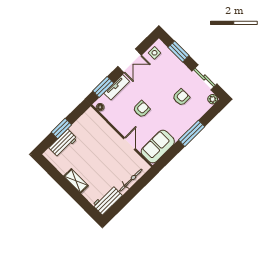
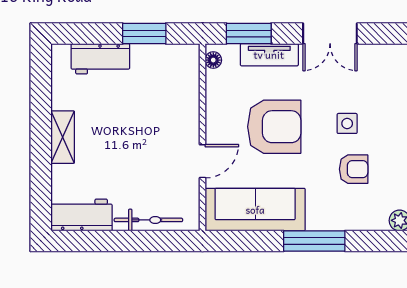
side table: (154, 53) -> (347, 123), moved
armchair: (142, 109) -> (274, 127), width x1.88, depth x1.88
window: (61, 129) -> (144, 34), moved
sofa: (158, 147) -> (255, 210), width x1.36

